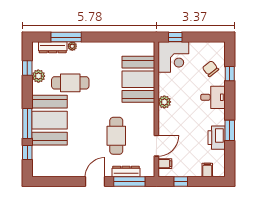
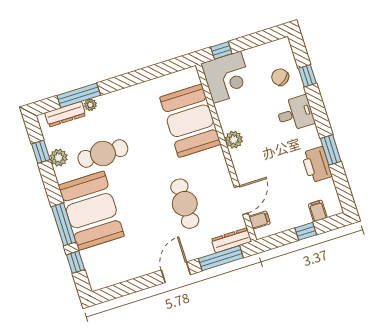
dresser: (126, 172) -> (231, 240), moved
window: (181, 182) -> (306, 231), moved

